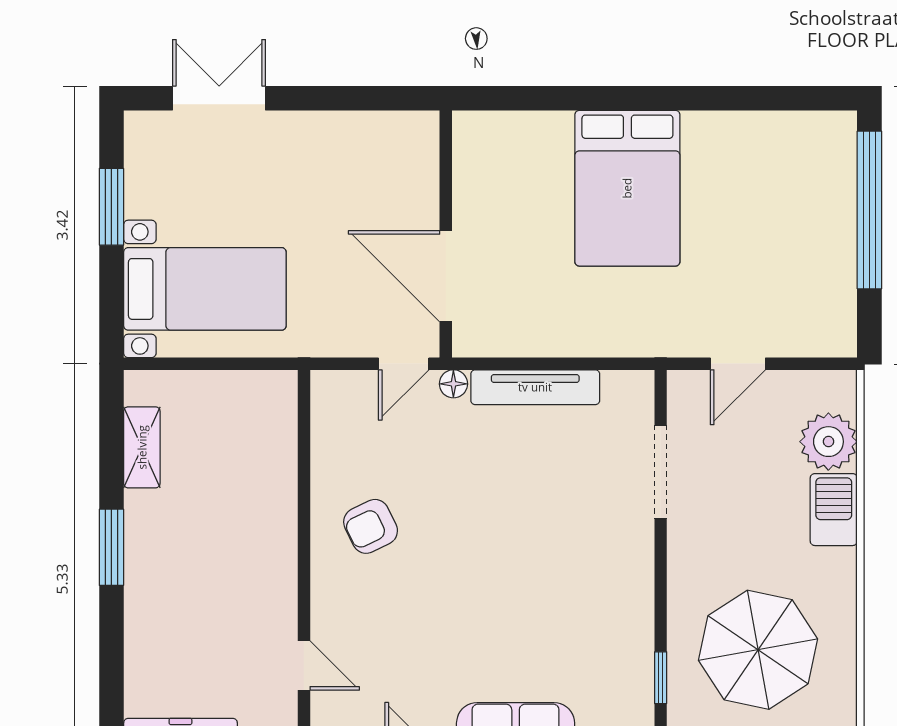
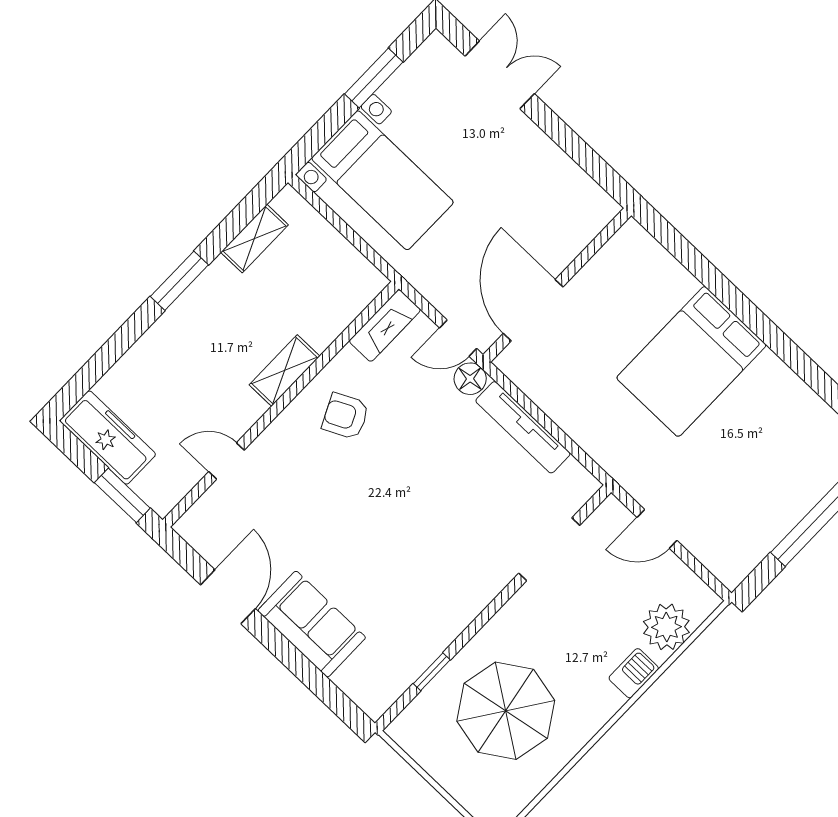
floor lamp: (453, 384) -> (470, 379), width x1.37, depth x1.37
fireplace: (329, 414) -> (385, 326), added
barbecue: (834, 510) -> (634, 673), width x0.73, depth x0.79
shelving: (279, 538) -> (284, 371), added
door: (304, 666) -> (226, 461), swing flipped

